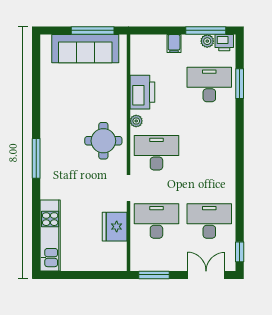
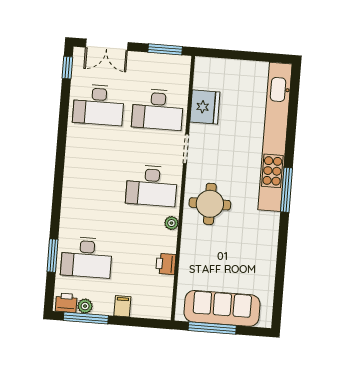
printer: (142, 92) -> (166, 264), width x0.53, depth x0.68
kitchen unit: (50, 235) -> (275, 137), width x1.86

